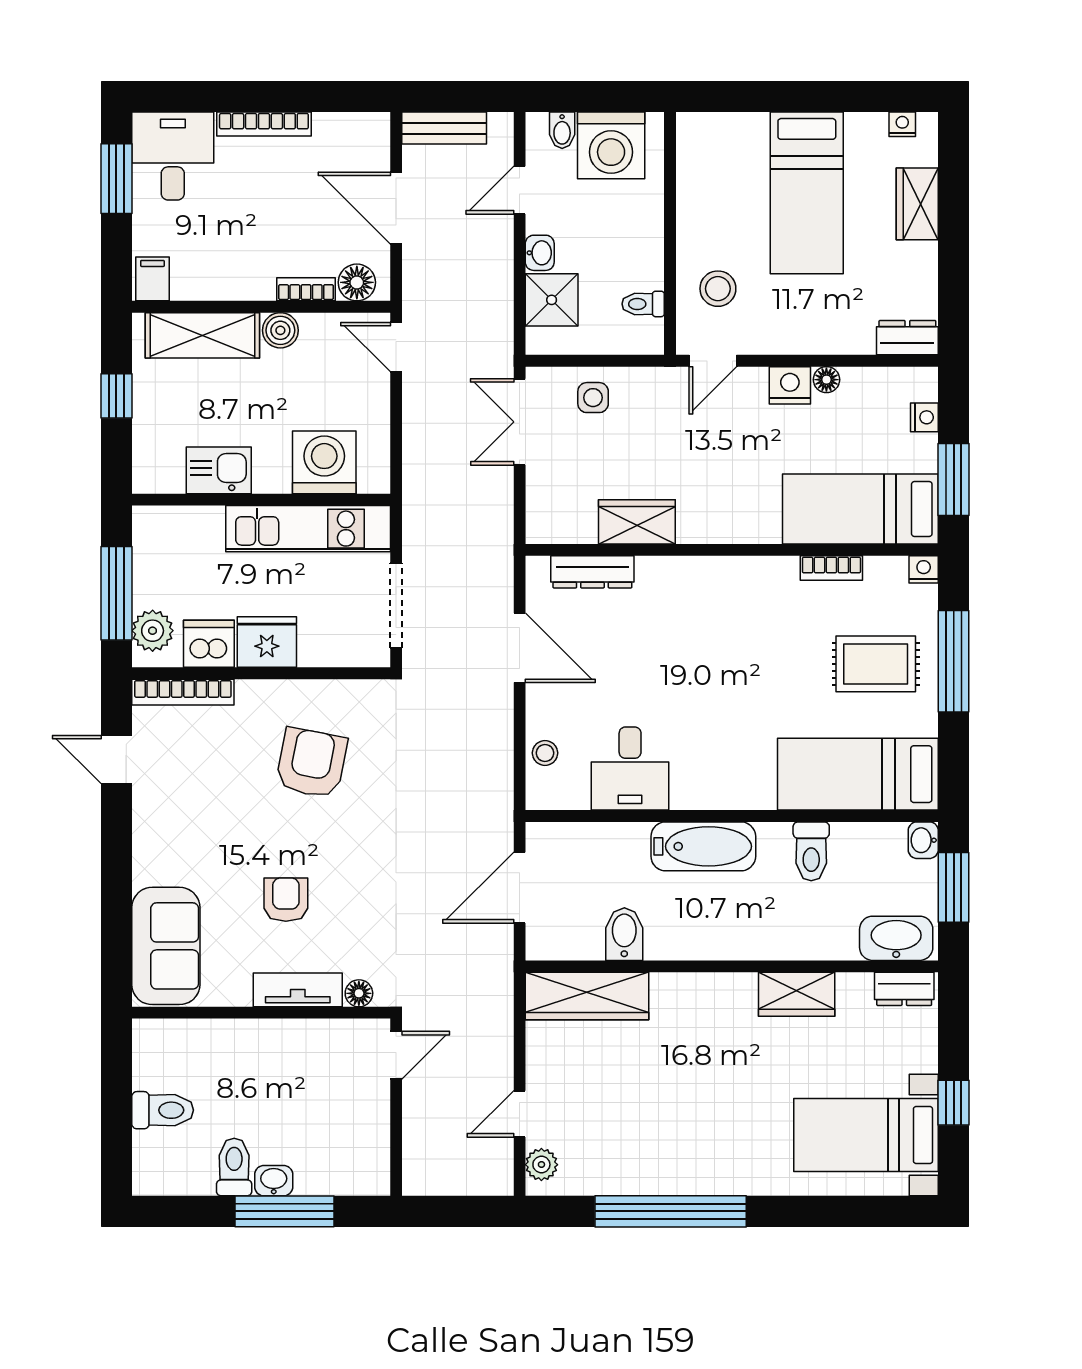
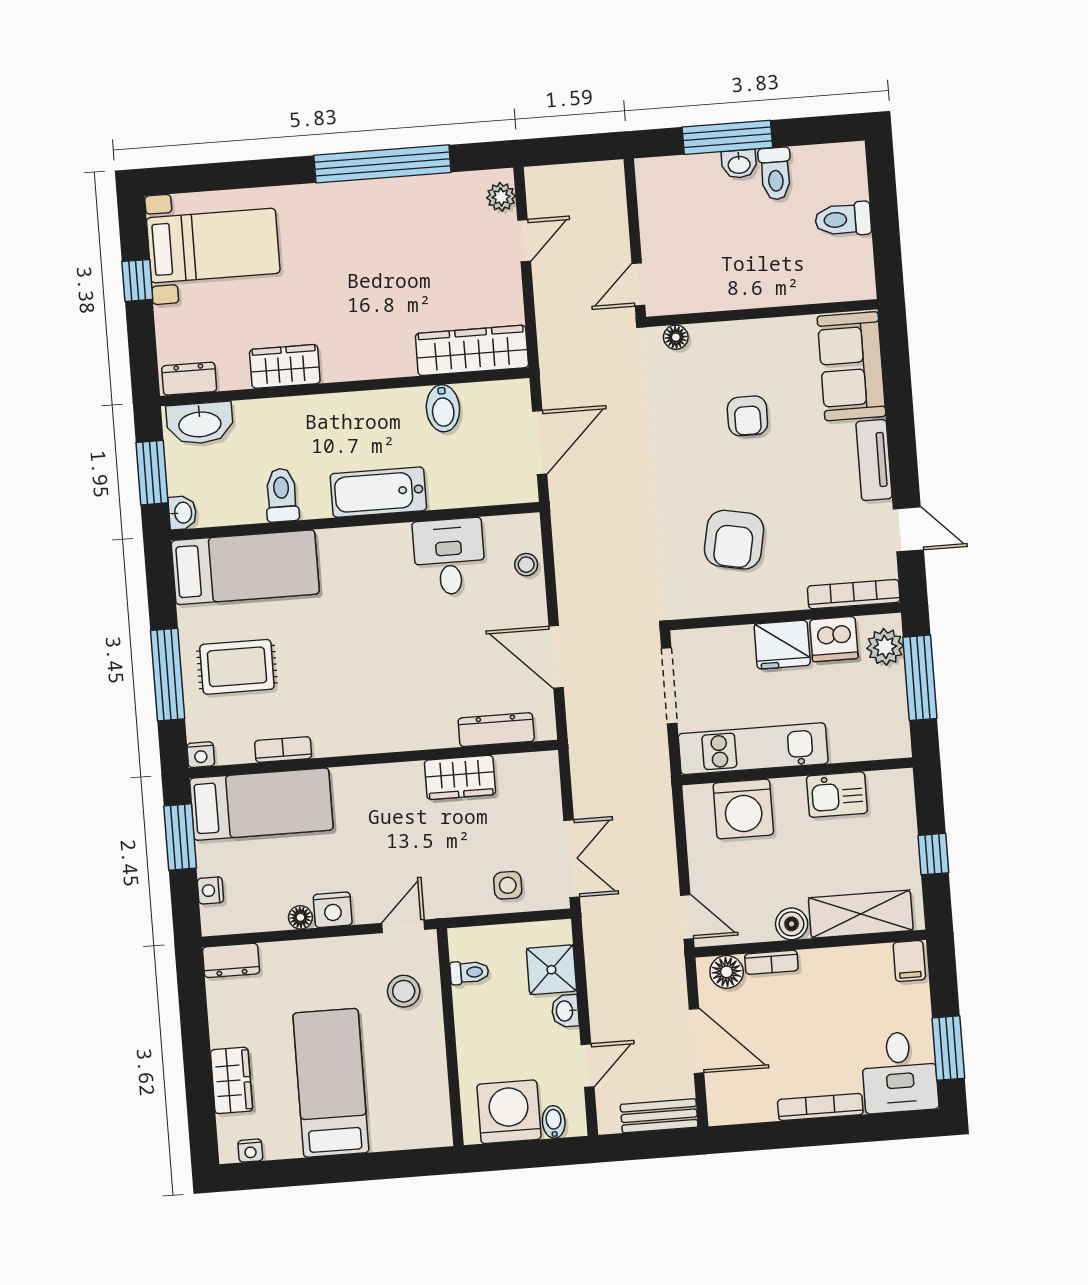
tv unit: (298, 990) -> (874, 460), moved, turned 90

